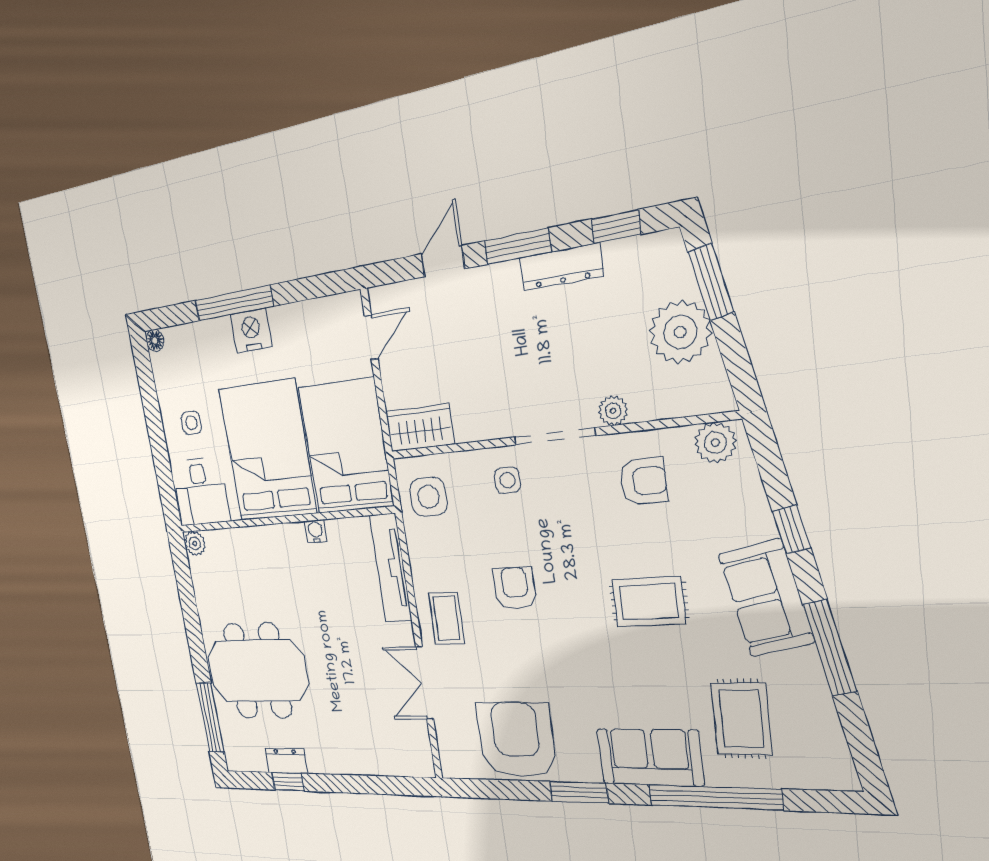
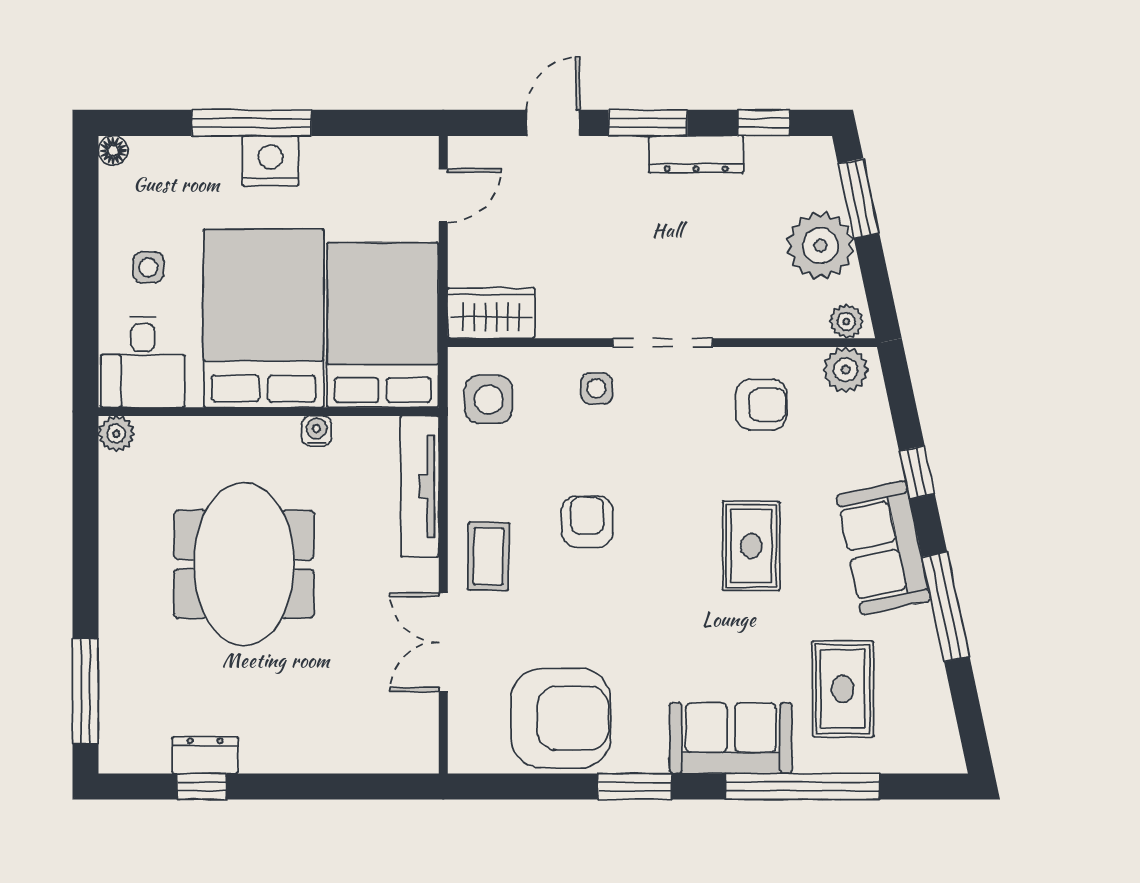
plant: (613, 411) -> (846, 321), moved
rug: (649, 602) -> (751, 546), turned 90
meeting table: (258, 671) -> (244, 564), moved, turned 90
armchair: (516, 740) -> (561, 718), turned 90

